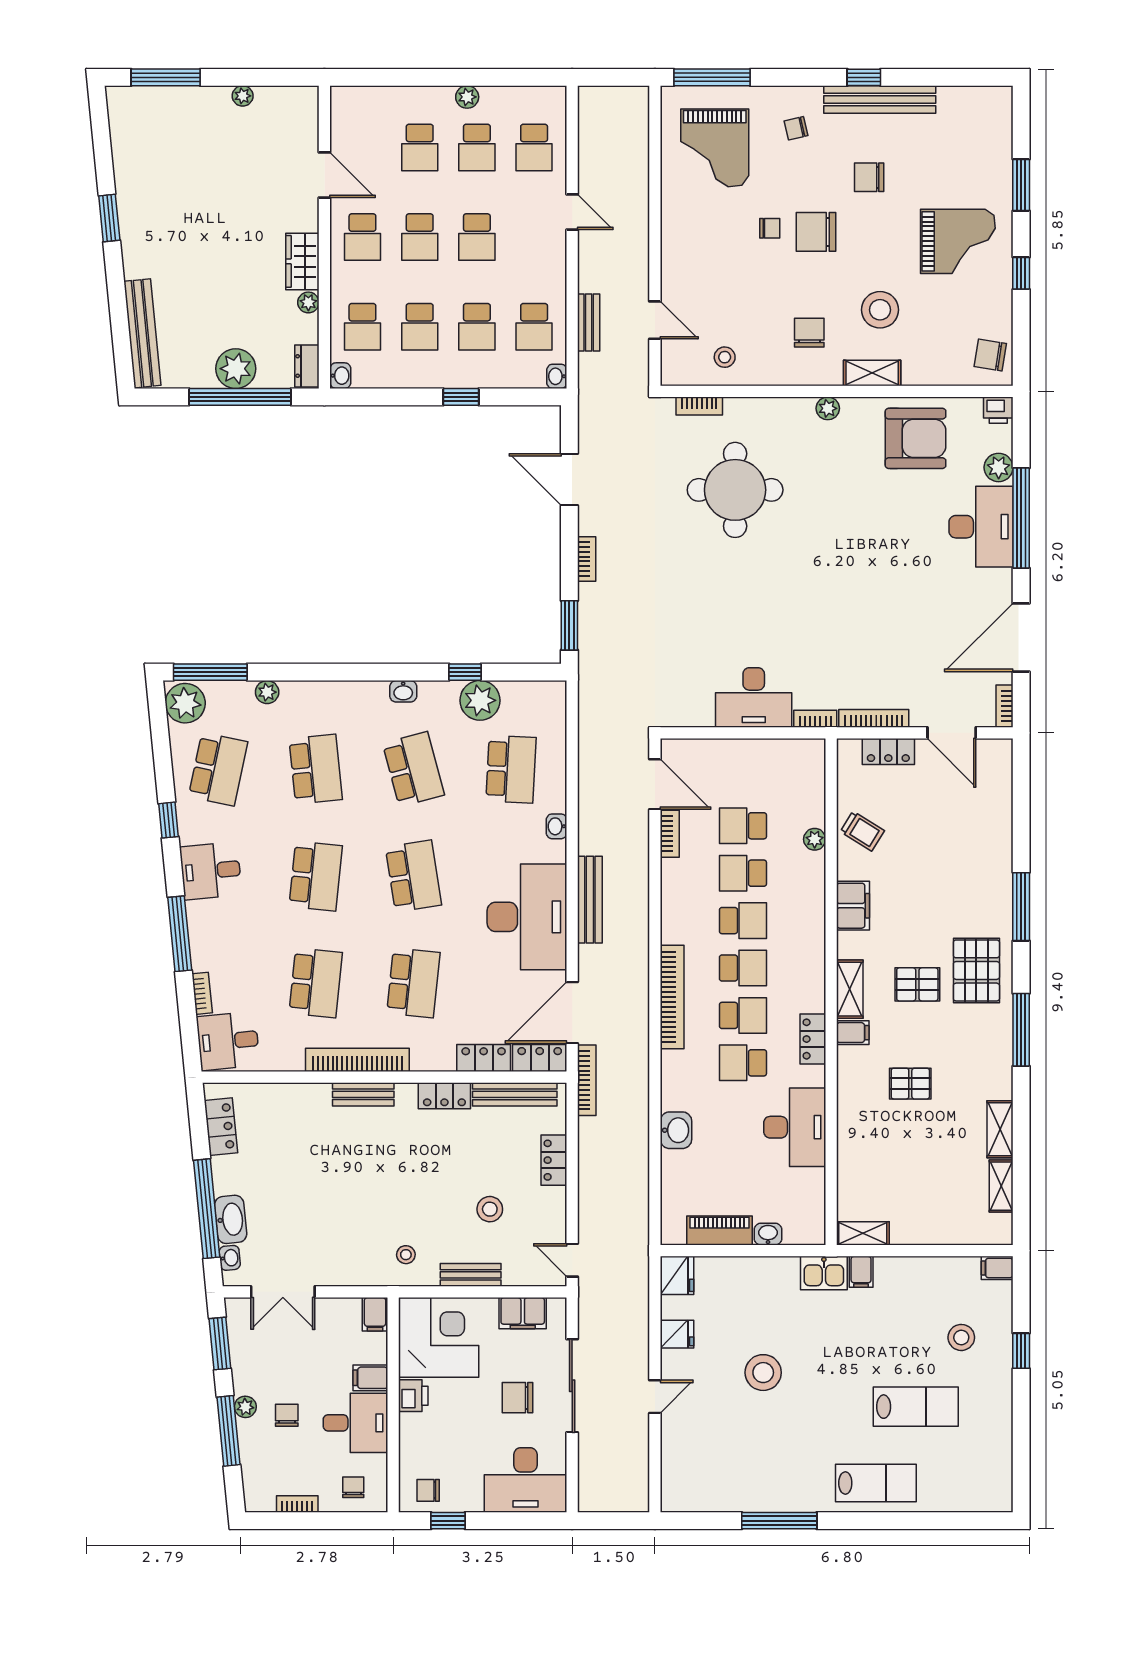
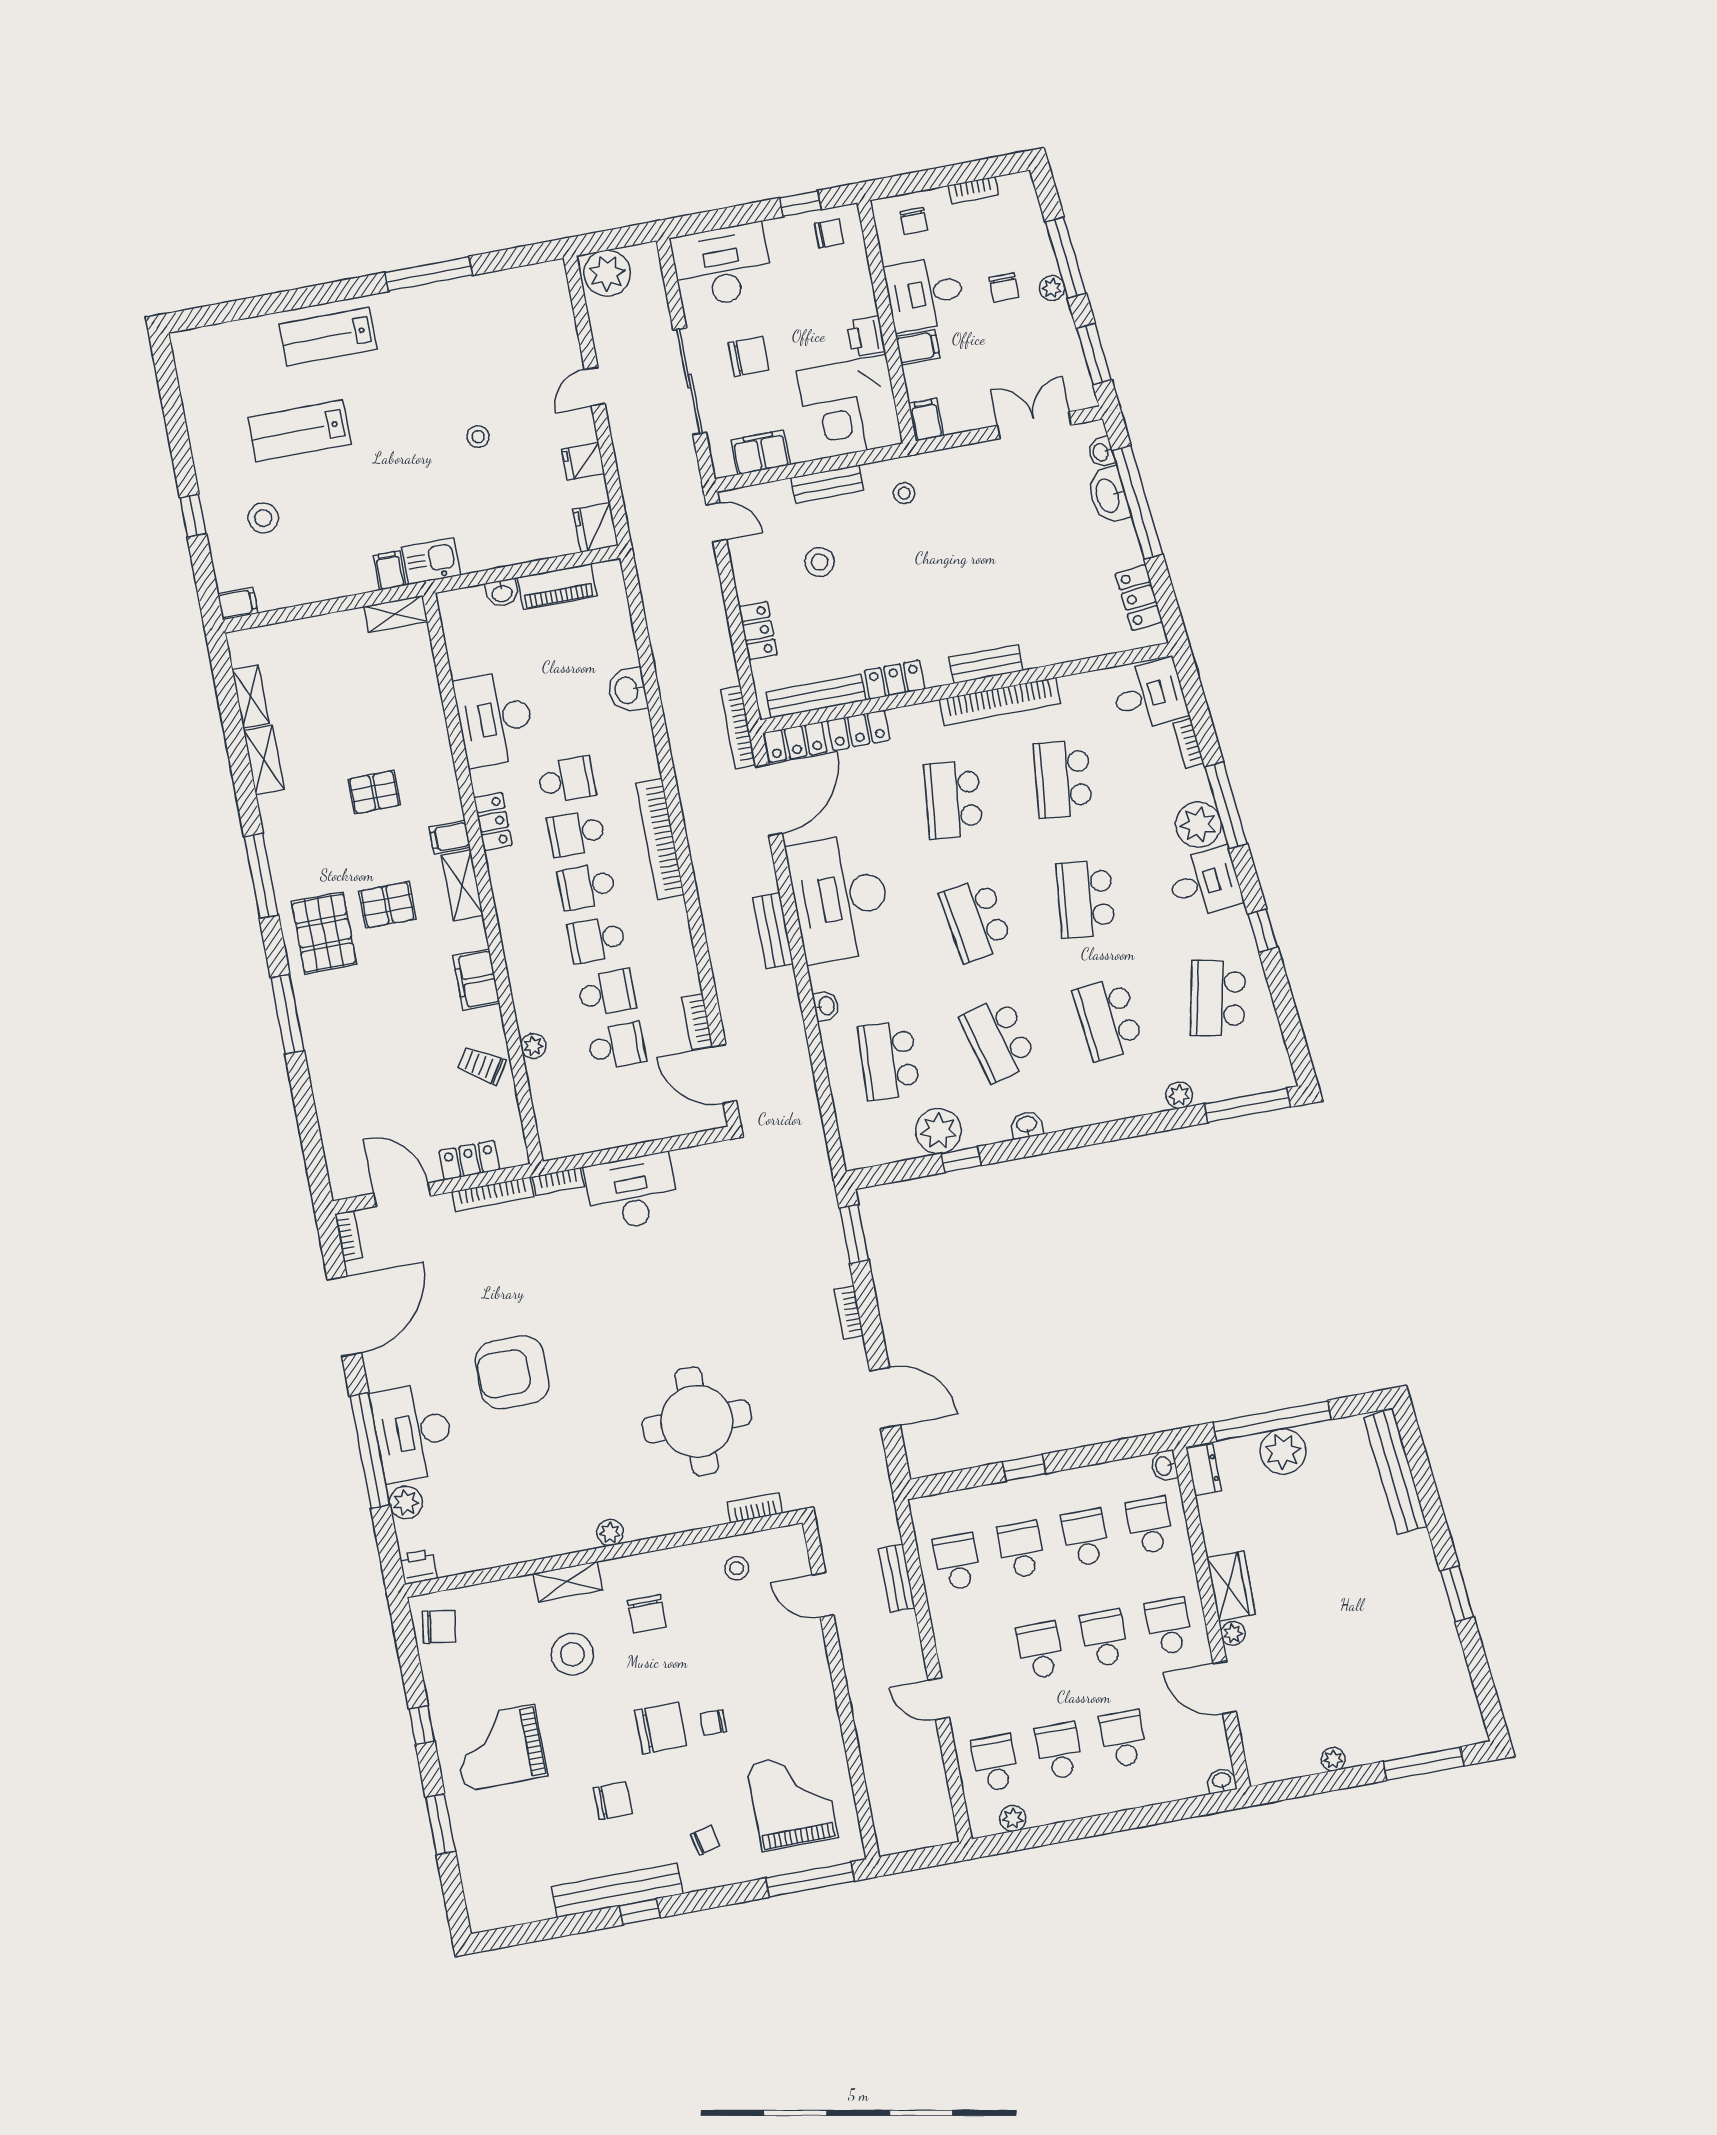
plant: (467, 97) -> (1013, 1818), moved
plant: (308, 302) -> (1233, 1633), moved
washbasin: (557, 376) -> (1222, 1781), moved, turned -90
armchair: (916, 438) -> (512, 1372), moved
plant: (185, 703) -> (1198, 825), moved
bench: (590, 900) -> (773, 931), width x0.73
stool: (763, 1373) -> (478, 437), width x0.53, depth x0.53
plant: (626, 1492) -> (607, 273), added

